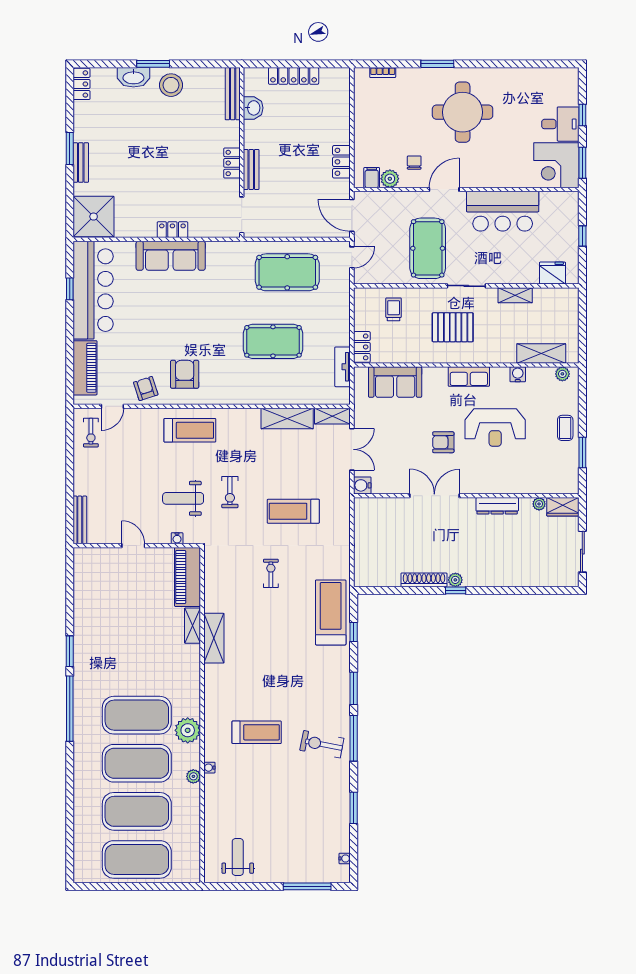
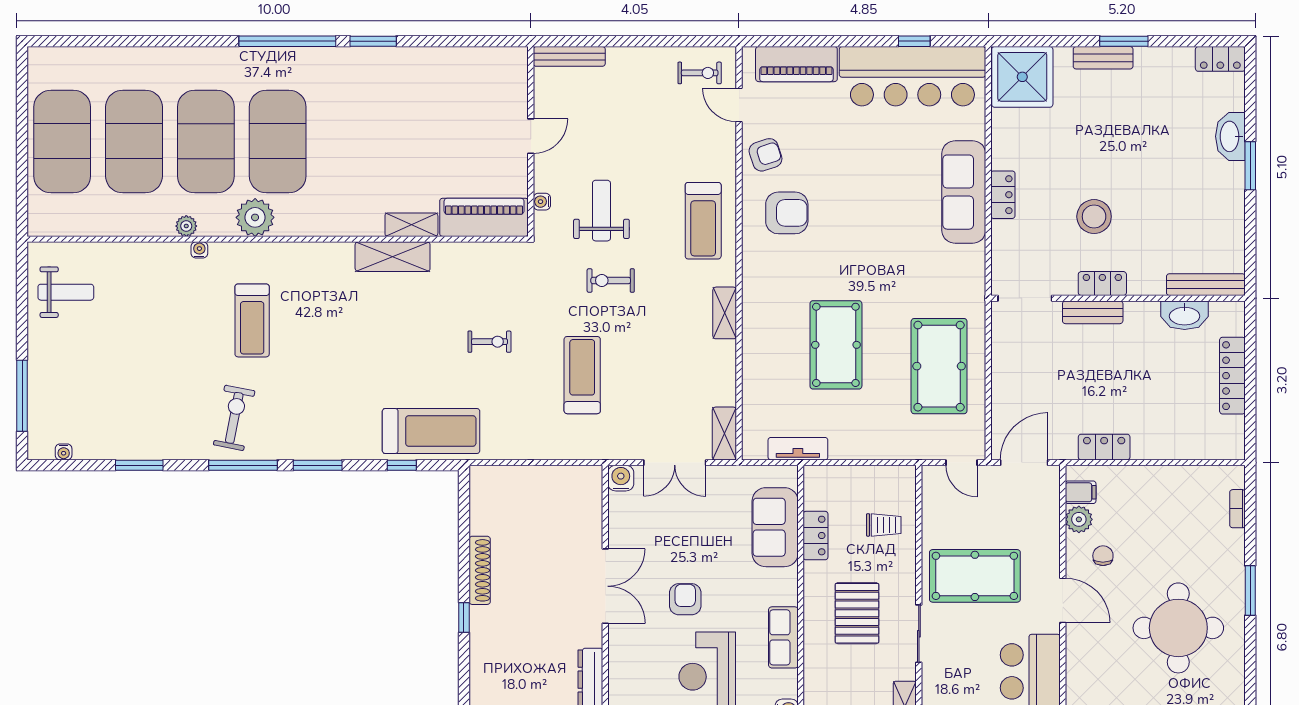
stool: (171, 85) -> (1094, 217), moved
washbasin: (253, 108) -> (1185, 315), width x1.38
chair: (414, 163) -> (1103, 556), turned -90
locker: (362, 347) -> (816, 536), moved, turned -90
shelving: (287, 418) -> (725, 313), moved, width x0.67, depth x0.75
exercise bike: (91, 433) -> (700, 73), turned 180
plant: (455, 580) -> (480, 617), removed

